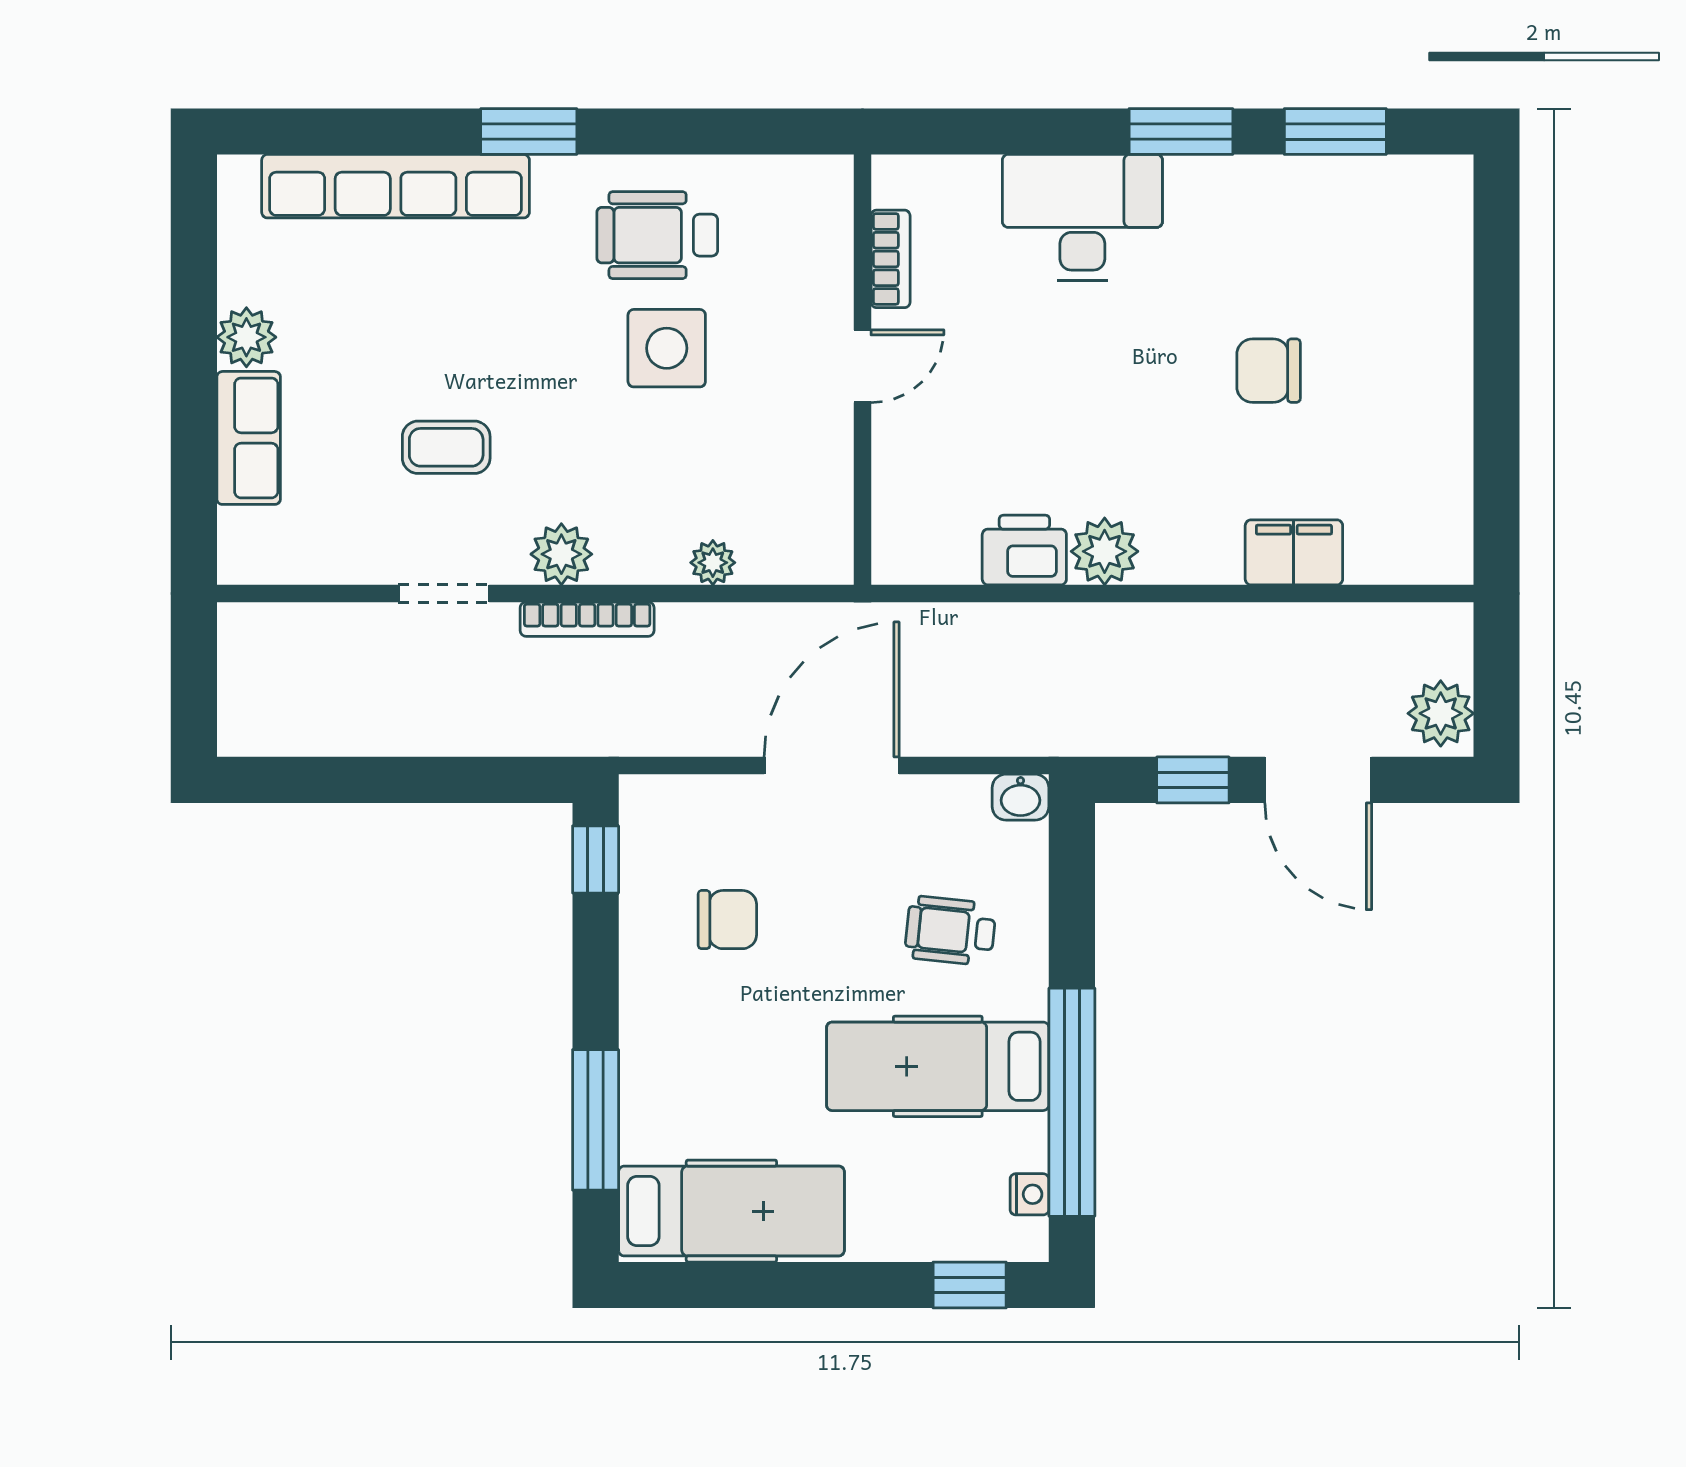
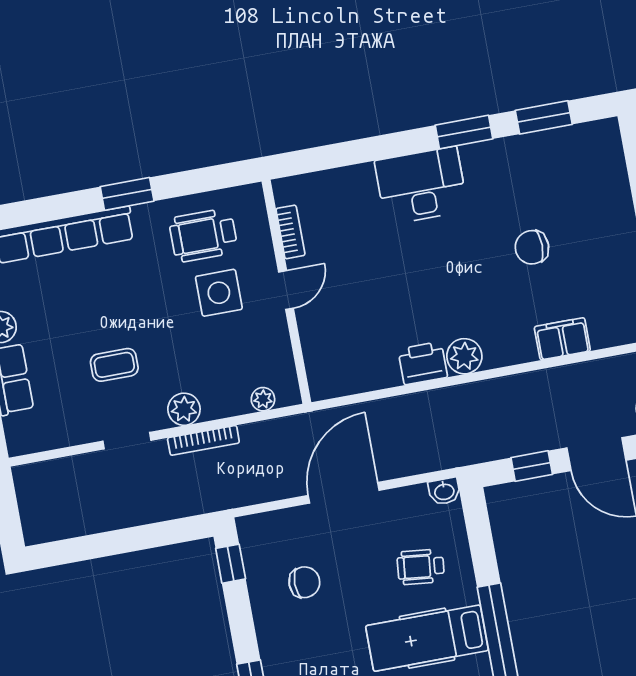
bookcase: (891, 259) -> (290, 232), moved
door: (862, 366) -> (286, 290), moved
wall: (862, 370) -> (286, 292), moved

